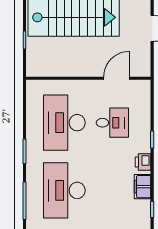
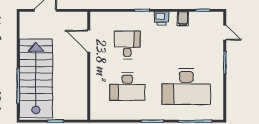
desk: (64, 123) -> (127, 87), width x0.73, depth x0.77
filing cabinet: (143, 187) -> (183, 19), width x0.50

